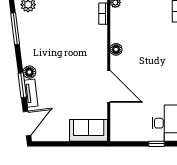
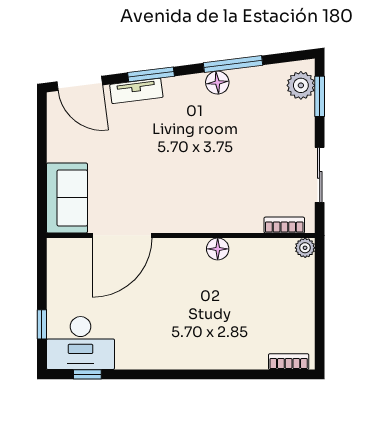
window: (15, 29) -> (233, 64), moved
floor lamp: (29, 72) -> (217, 83), moved
door: (109, 86) -> (122, 235), moved

